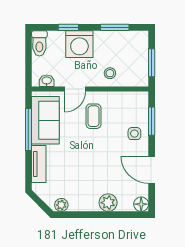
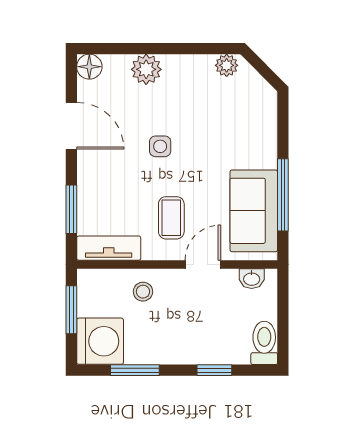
washing machine: (79, 44) -> (100, 341), moved, turned 90
side table: (134, 134) -> (160, 146), moved
tv unit: (39, 164) -> (109, 248), moved, turned 90

